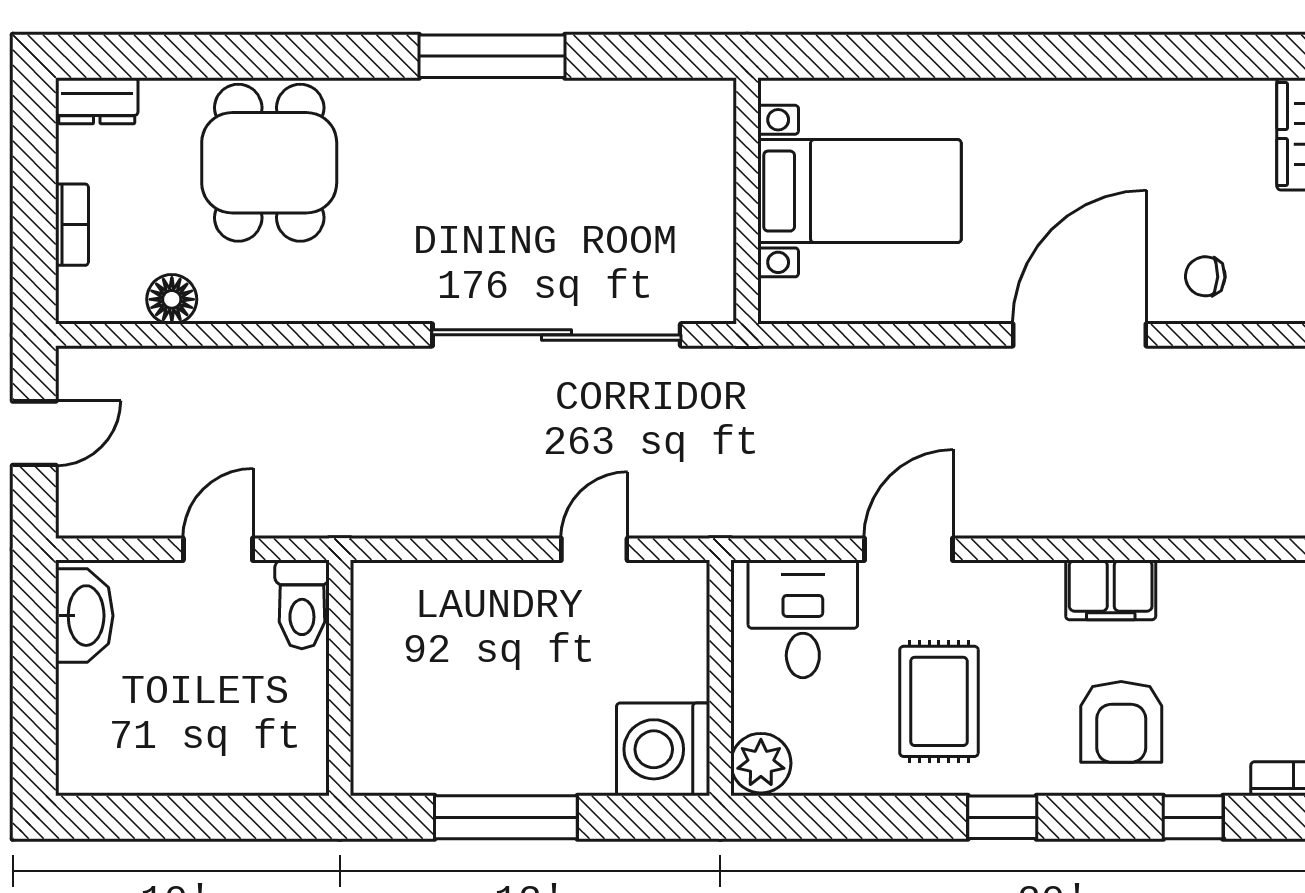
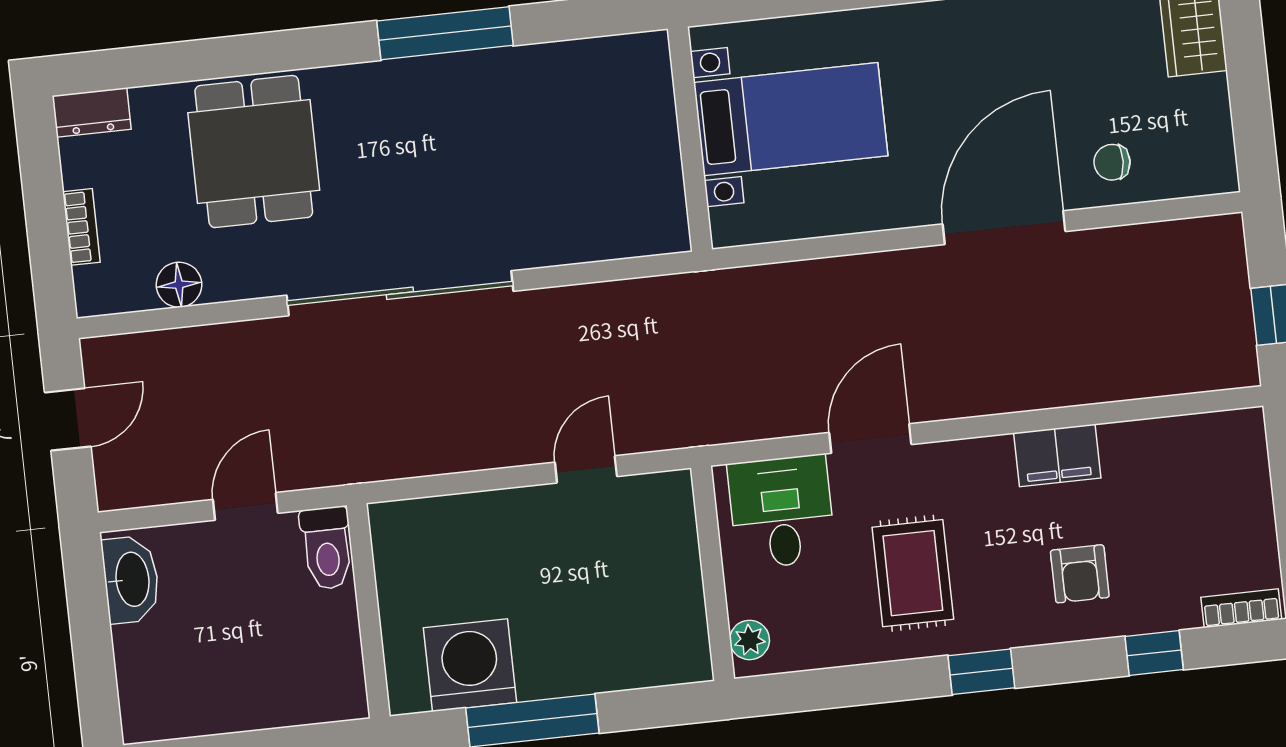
sliding door: (556, 335) -> (400, 293), moved
armchair: (1121, 722) -> (1080, 574), width x0.72, depth x0.72
washing machine: (663, 749) -> (470, 665), moved, turned 90
plant: (761, 763) -> (750, 640), width x0.73, depth x0.73

